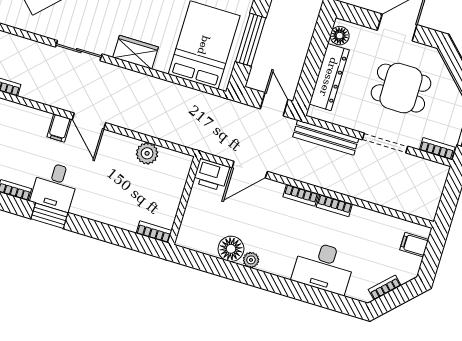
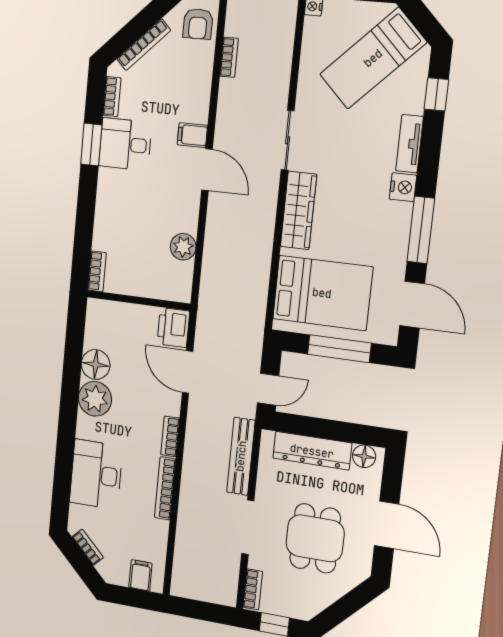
wardrobe: (136, 52) -> (298, 210), width x1.50
door: (89, 121) -> (207, 170), swing flipped
bookcase: (334, 205) -> (165, 488), width x1.56
plant: (251, 260) -> (95, 399), width x1.88, depth x1.88

